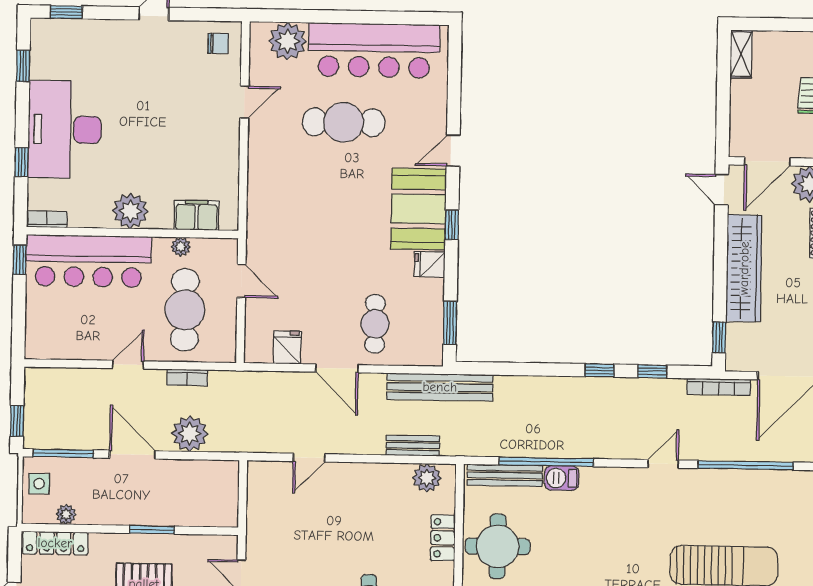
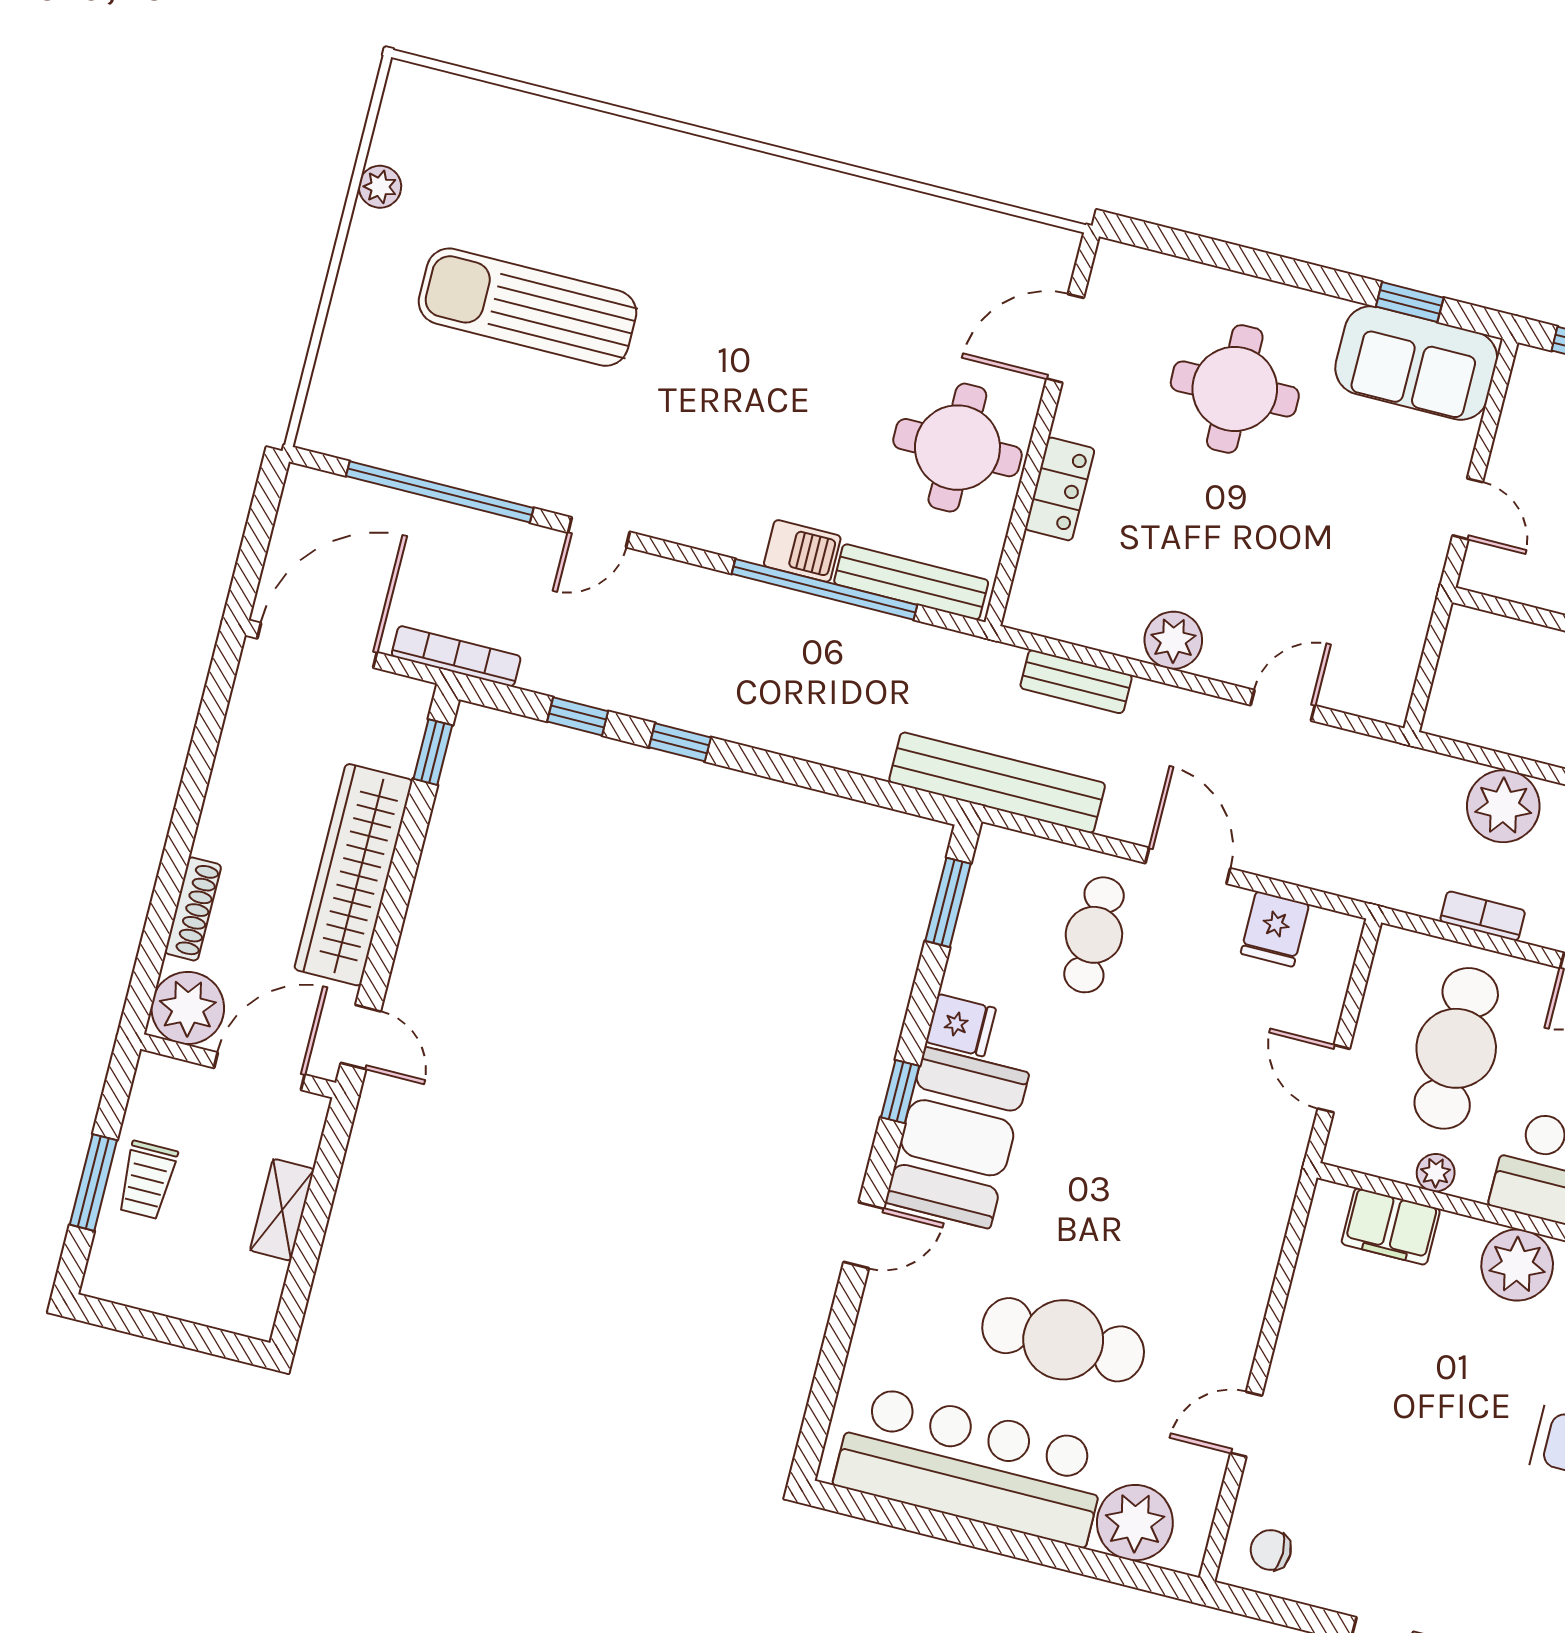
shelving: (741, 54) -> (282, 1210), moved
plant: (427, 478) -> (1173, 640), moved

